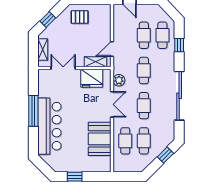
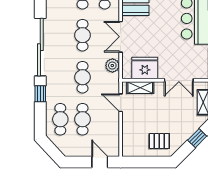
window: (179, 45) -> (40, 94), moved
door: (112, 49) -> (121, 103), swing flipped

